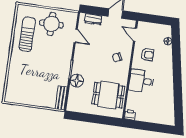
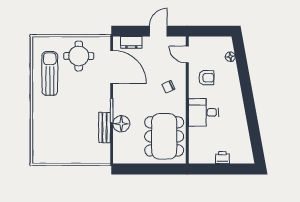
door: (76, 36) -> (112, 67), width x1.87
dining table: (108, 95) -> (164, 136), width x1.38
bench: (61, 98) -> (105, 128), moved
printer: (130, 115) -> (222, 158), moved

